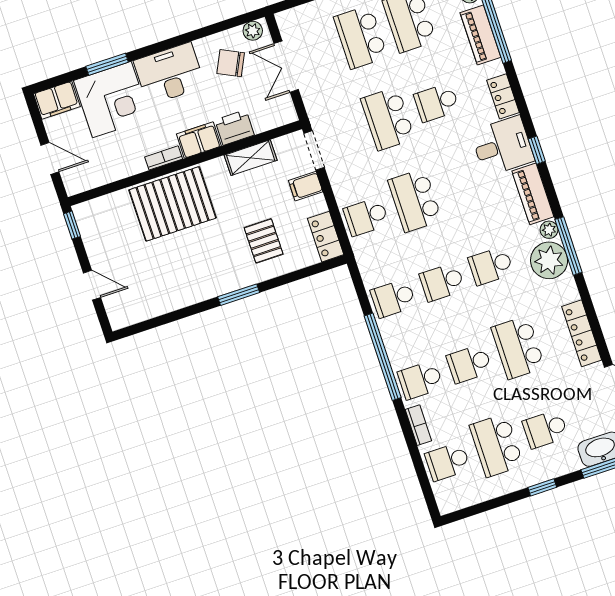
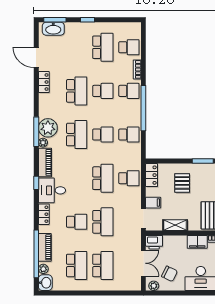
printer: (234, 127) -> (154, 242), moved
school desk: (491, 266) -> (77, 135), width x1.85
locker: (582, 333) -> (44, 82), width x0.66
school desk: (545, 429) -> (77, 47), removed

